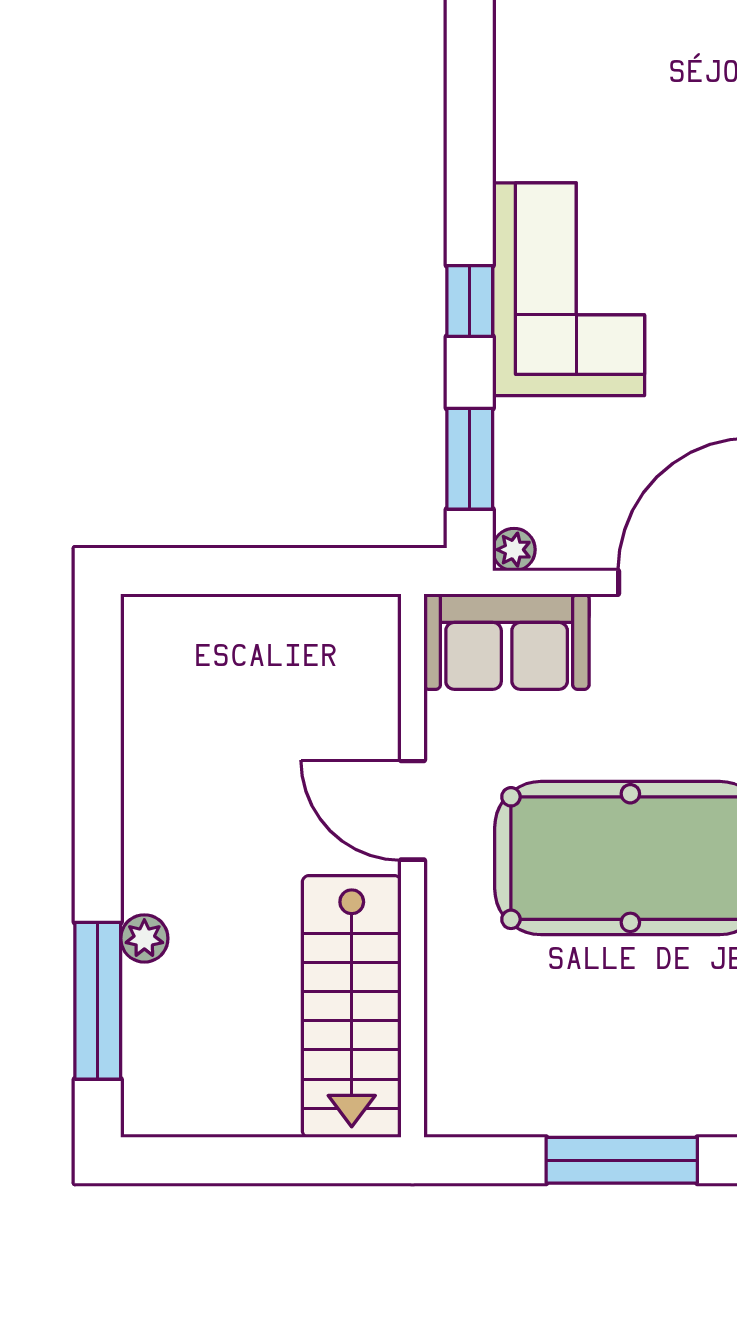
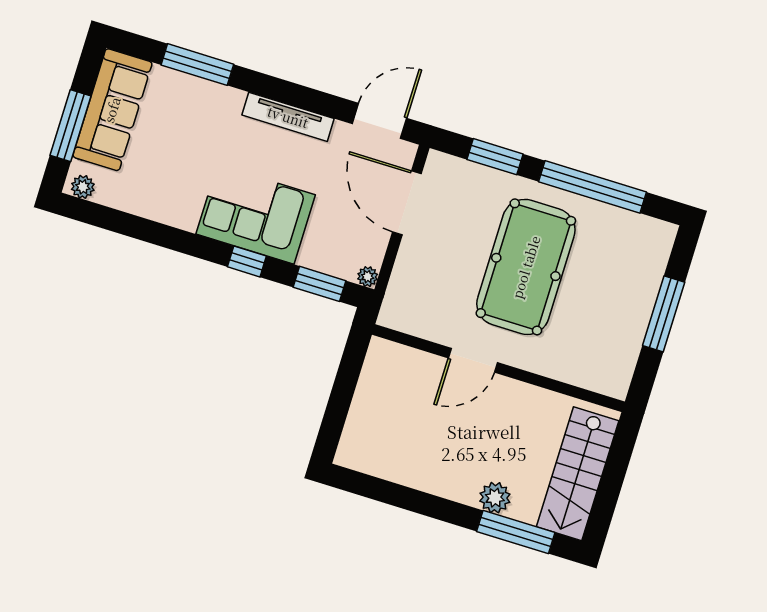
sofa: (507, 642) -> (409, 293), removed
plant: (144, 938) -> (495, 498), width x1.38, depth x1.38
stairs: (352, 1006) -> (578, 474), moved, turned 90

